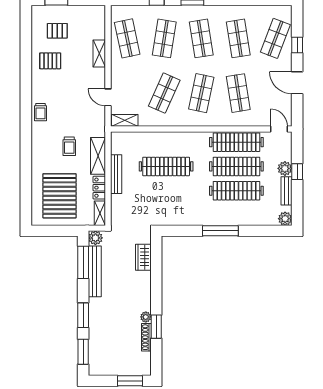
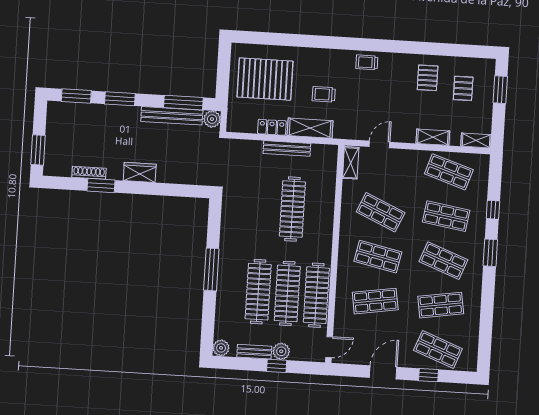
shop shelf: (127, 38) -> (449, 172), turned 30
shop shelf: (201, 38) -> (443, 261), turned 30
shelving: (100, 213) -> (476, 140), moved
wardrobe: (143, 257) -> (140, 172), moved
plant: (146, 317) -> (113, 174), removed

